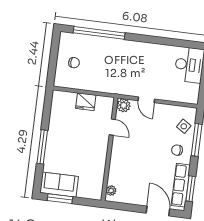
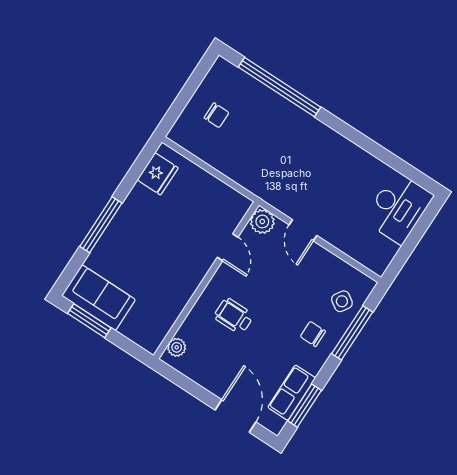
fridge: (86, 102) -> (158, 174), moved, turned -90
wheelchair: (132, 161) -> (234, 316), added
row of seats: (181, 185) -> (292, 393), width x0.68

